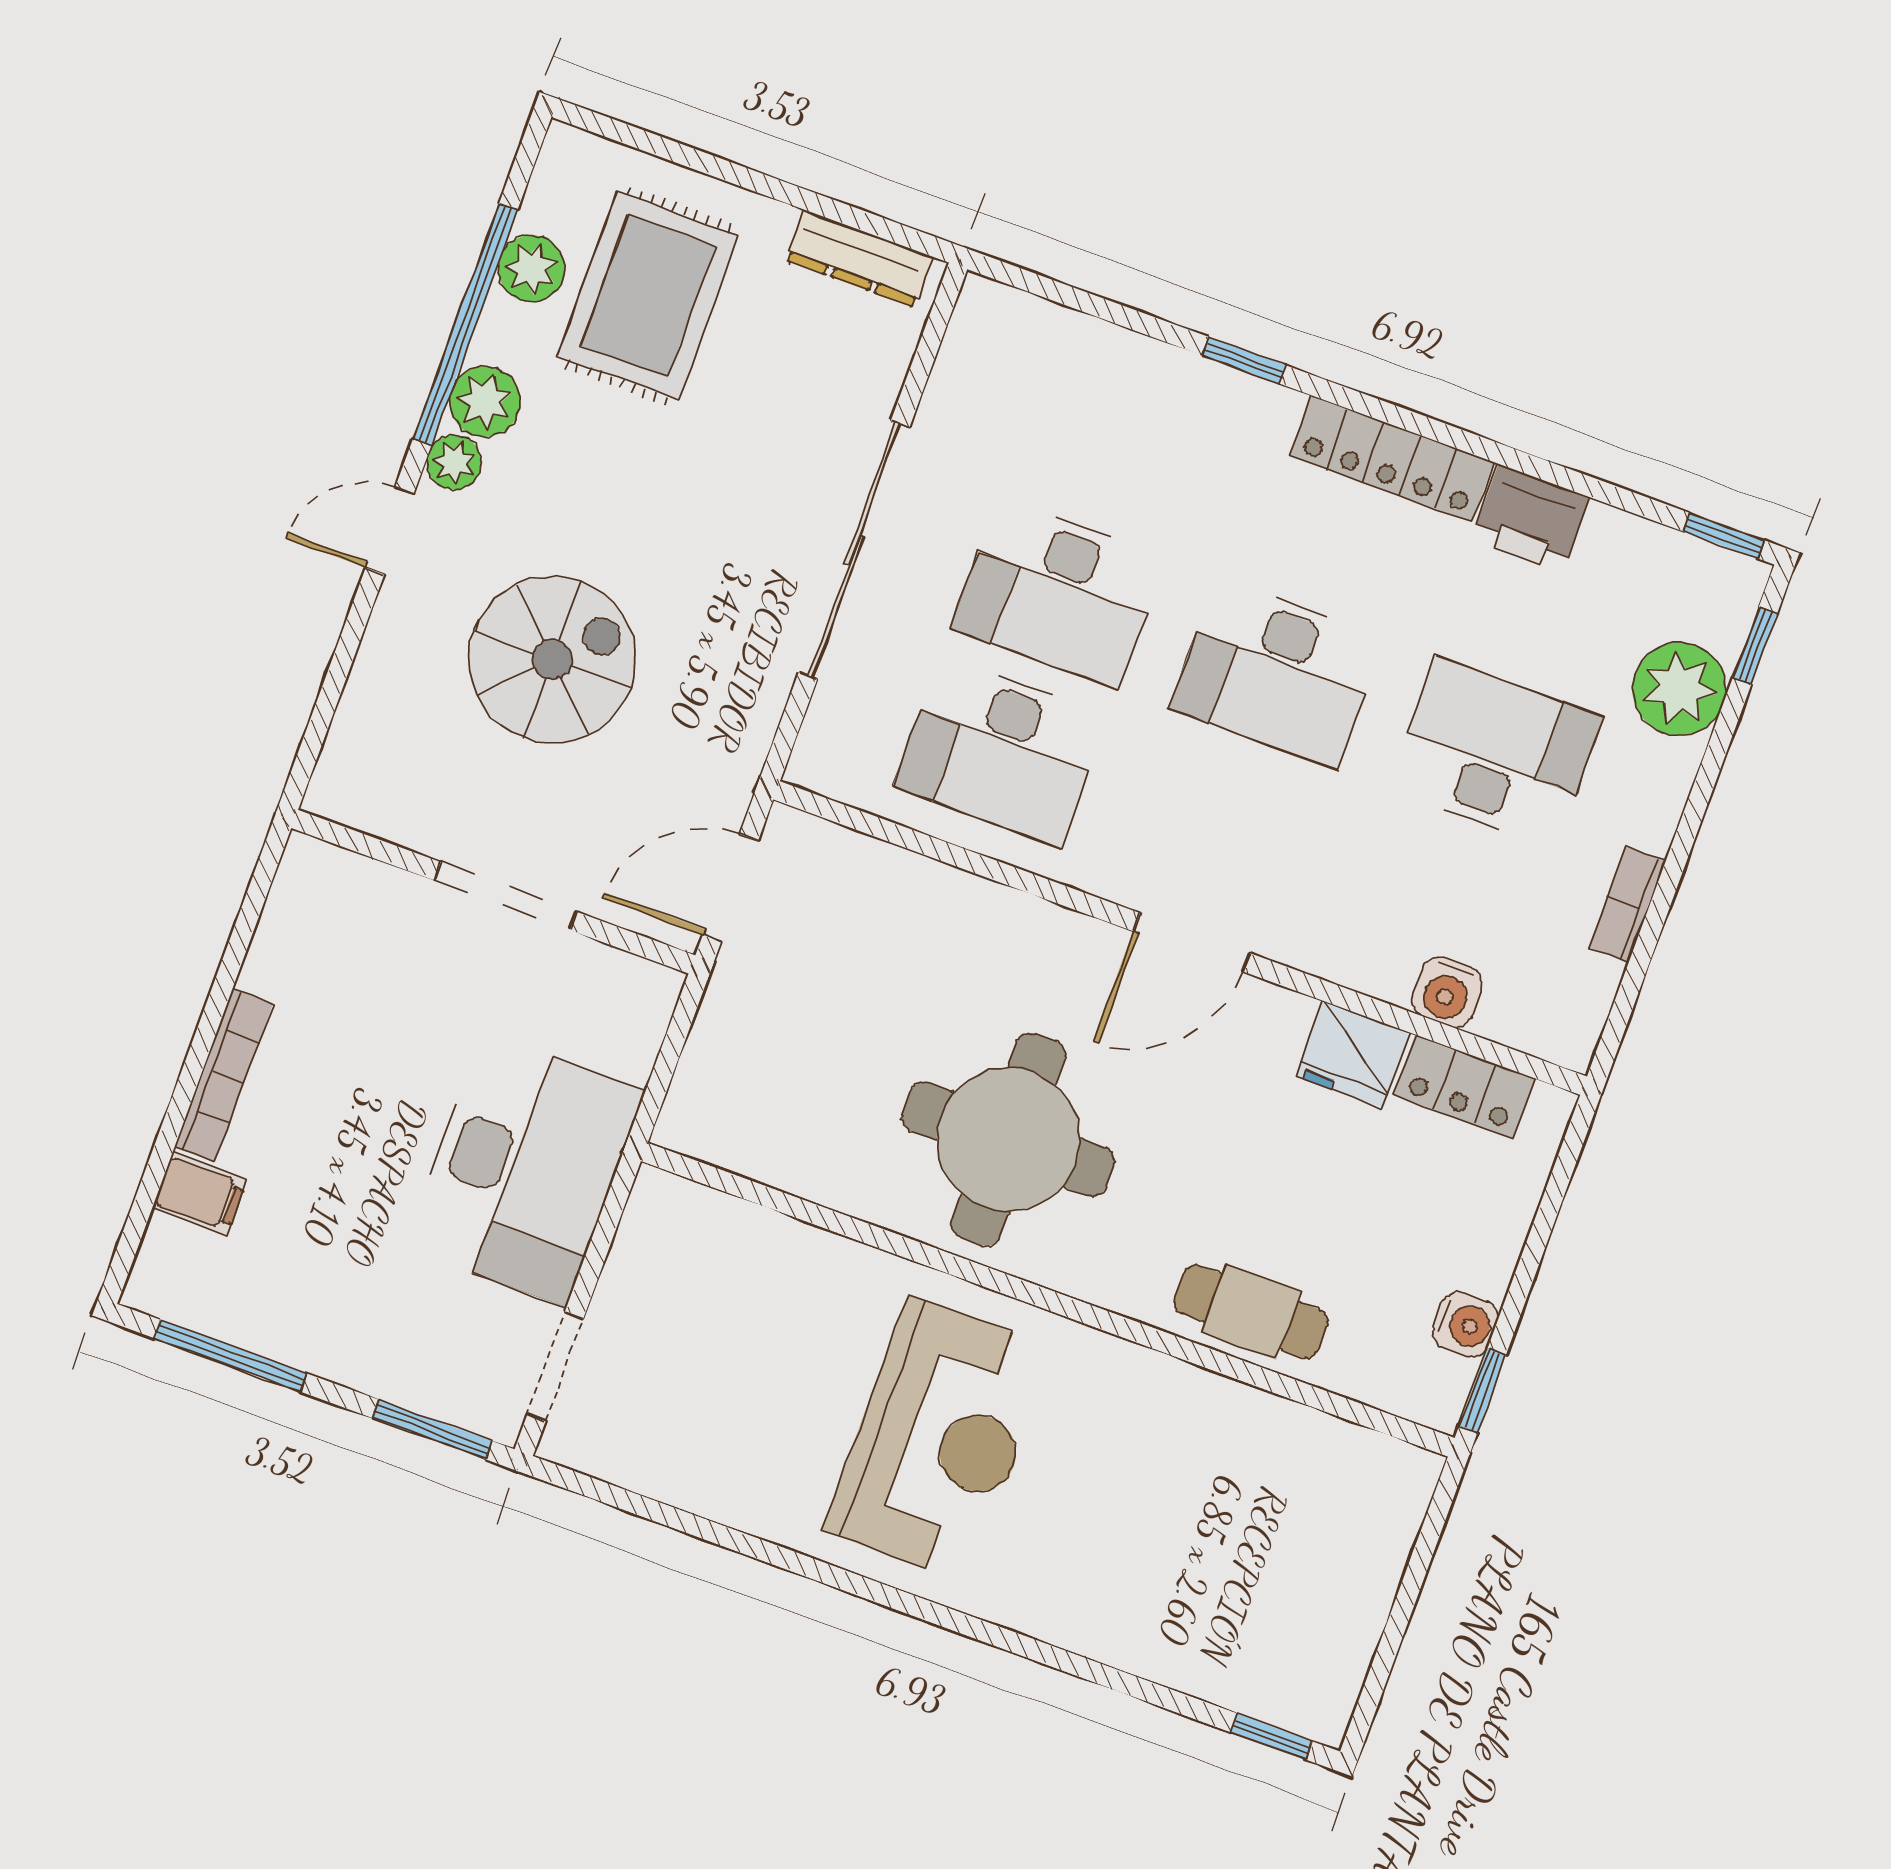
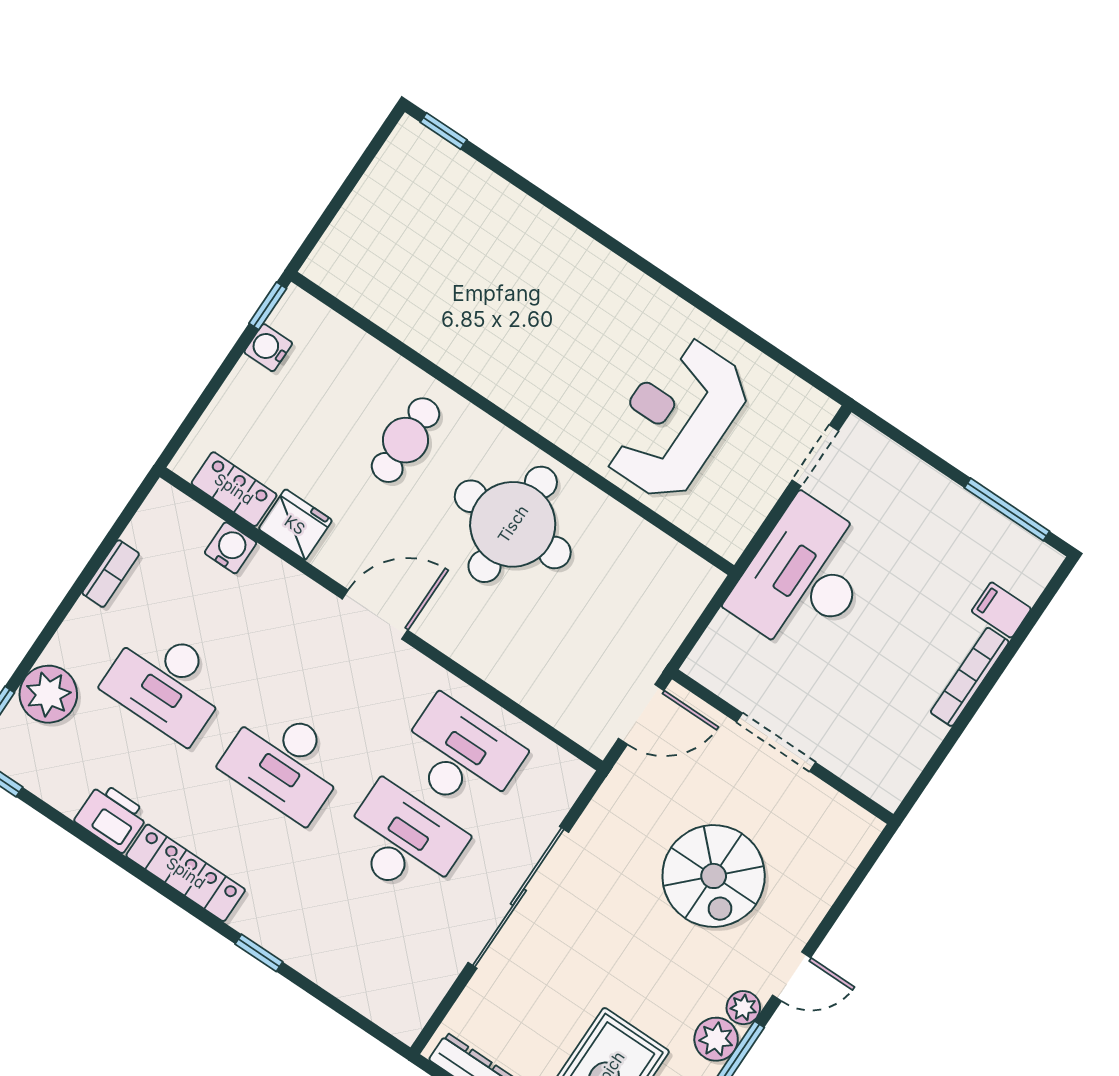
spiral stairs: (553, 660) -> (714, 876), turned -90
desk: (1277, 673) -> (285, 762), turned 180
cafe table: (1251, 1312) -> (405, 440), moved, turned 90
window: (431, 1429) -> (898, 436), removed
reception desk: (939, 1439) -> (676, 419), moved

